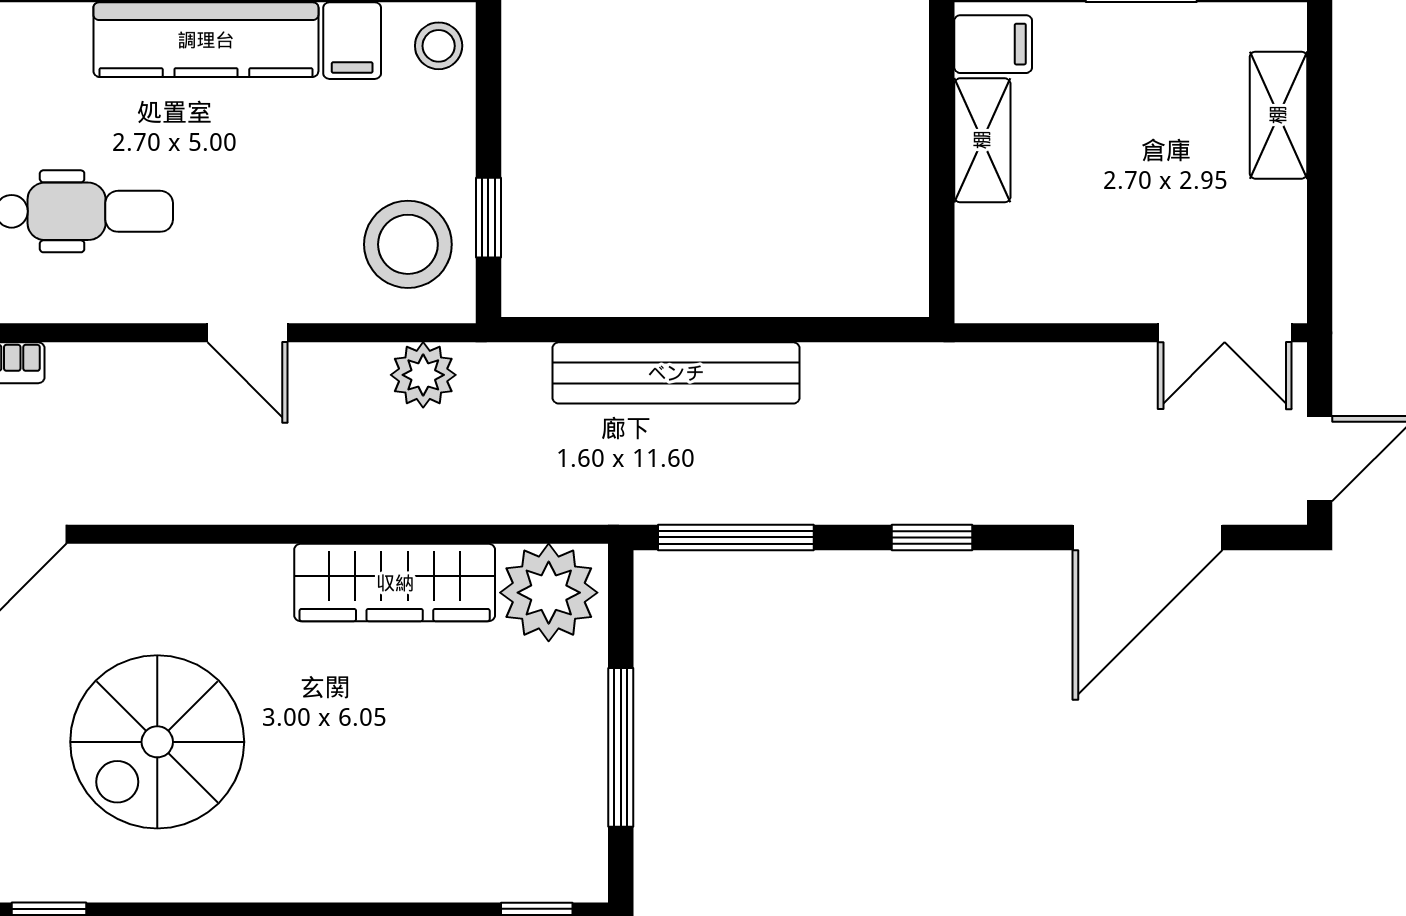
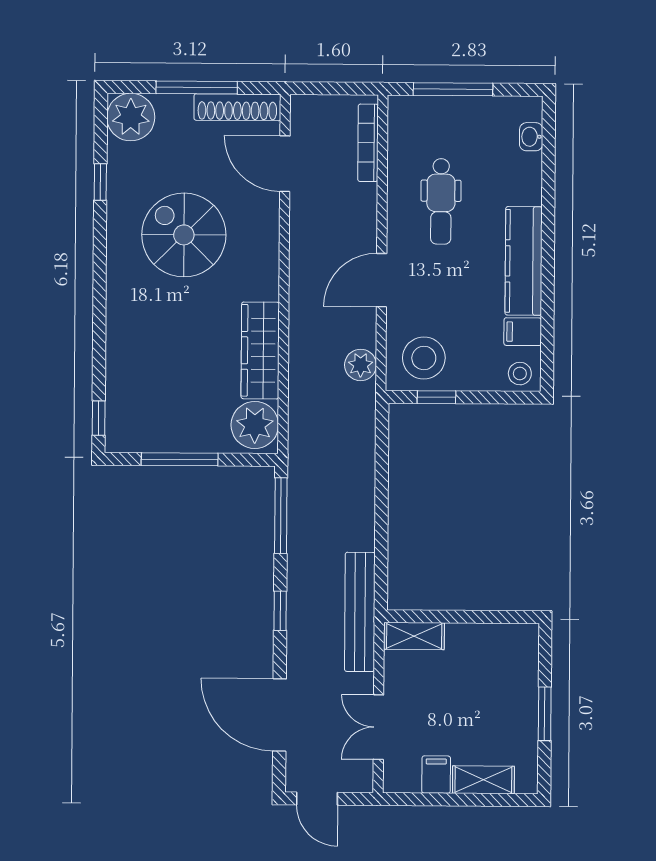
filing cabinet: (993, 44) -> (436, 775), moved, turned 180
shelving: (982, 140) -> (414, 636), moved
door: (248, 333) -> (382, 280), width x1.38
double door: (1225, 333) -> (378, 727), moved
bench: (676, 373) -> (360, 612), moved

